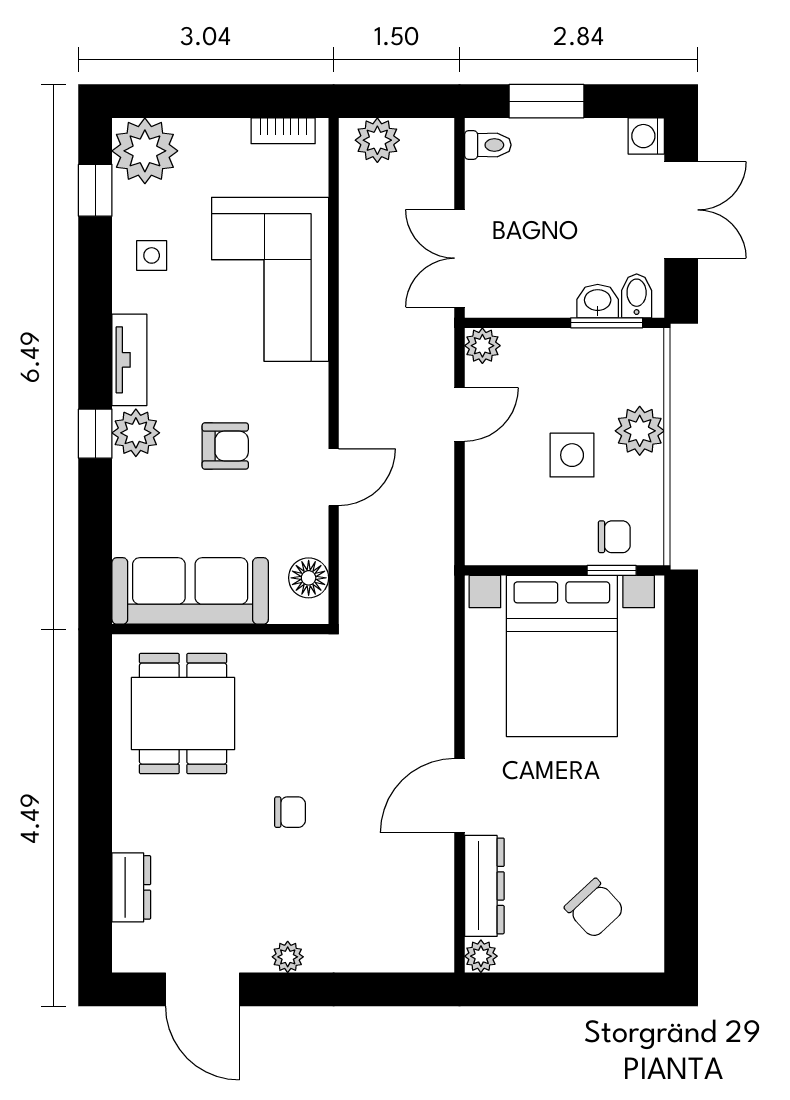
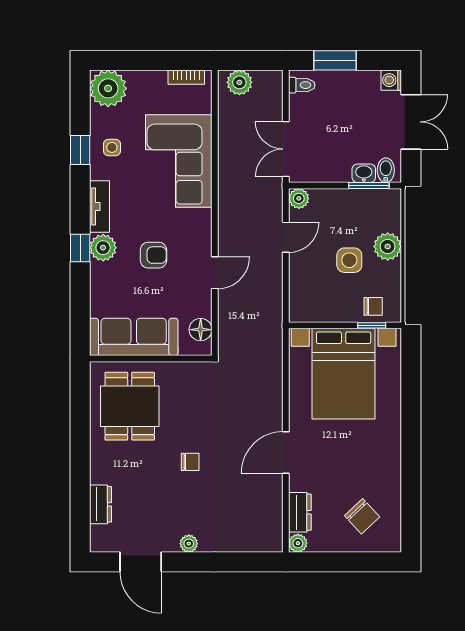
window: (95, 190) -> (80, 150), moved
dresser: (484, 886) -> (300, 512), width x0.70

